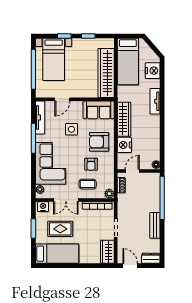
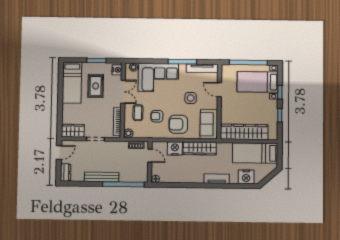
armchair: (99, 142) -> (178, 124), turned -90
double door: (66, 200) -> (123, 92), swing flipped
bench: (155, 225) -> (102, 177), width x1.36

